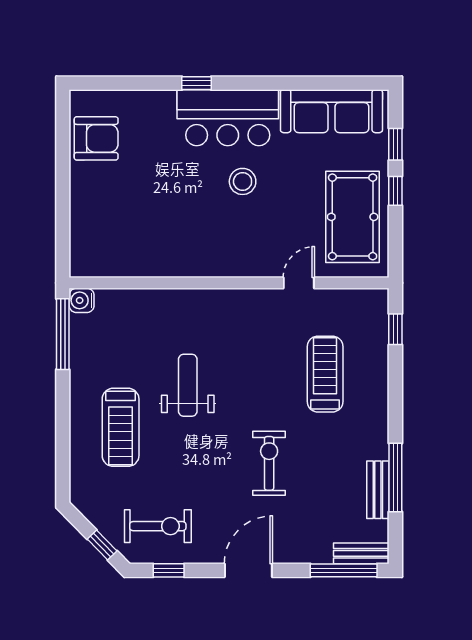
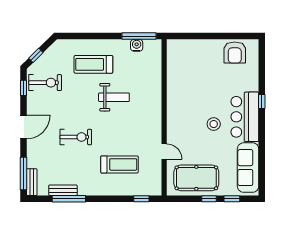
water cooler: (82, 300) -> (137, 45), moved
exercise bike: (158, 526) -> (45, 83), turned -90
door: (248, 570) -> (23, 127), hinge flipped

